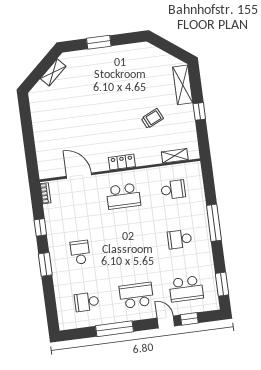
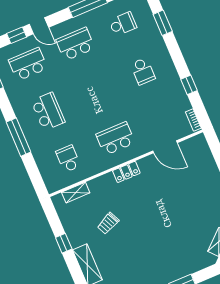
school desk: (173, 190) -> (68, 159), turned 90
school desk: (180, 239) -> (48, 111), width x1.85
window: (45, 264) -> (163, 23), moved
school desk: (136, 295) -> (75, 44), turned 180

